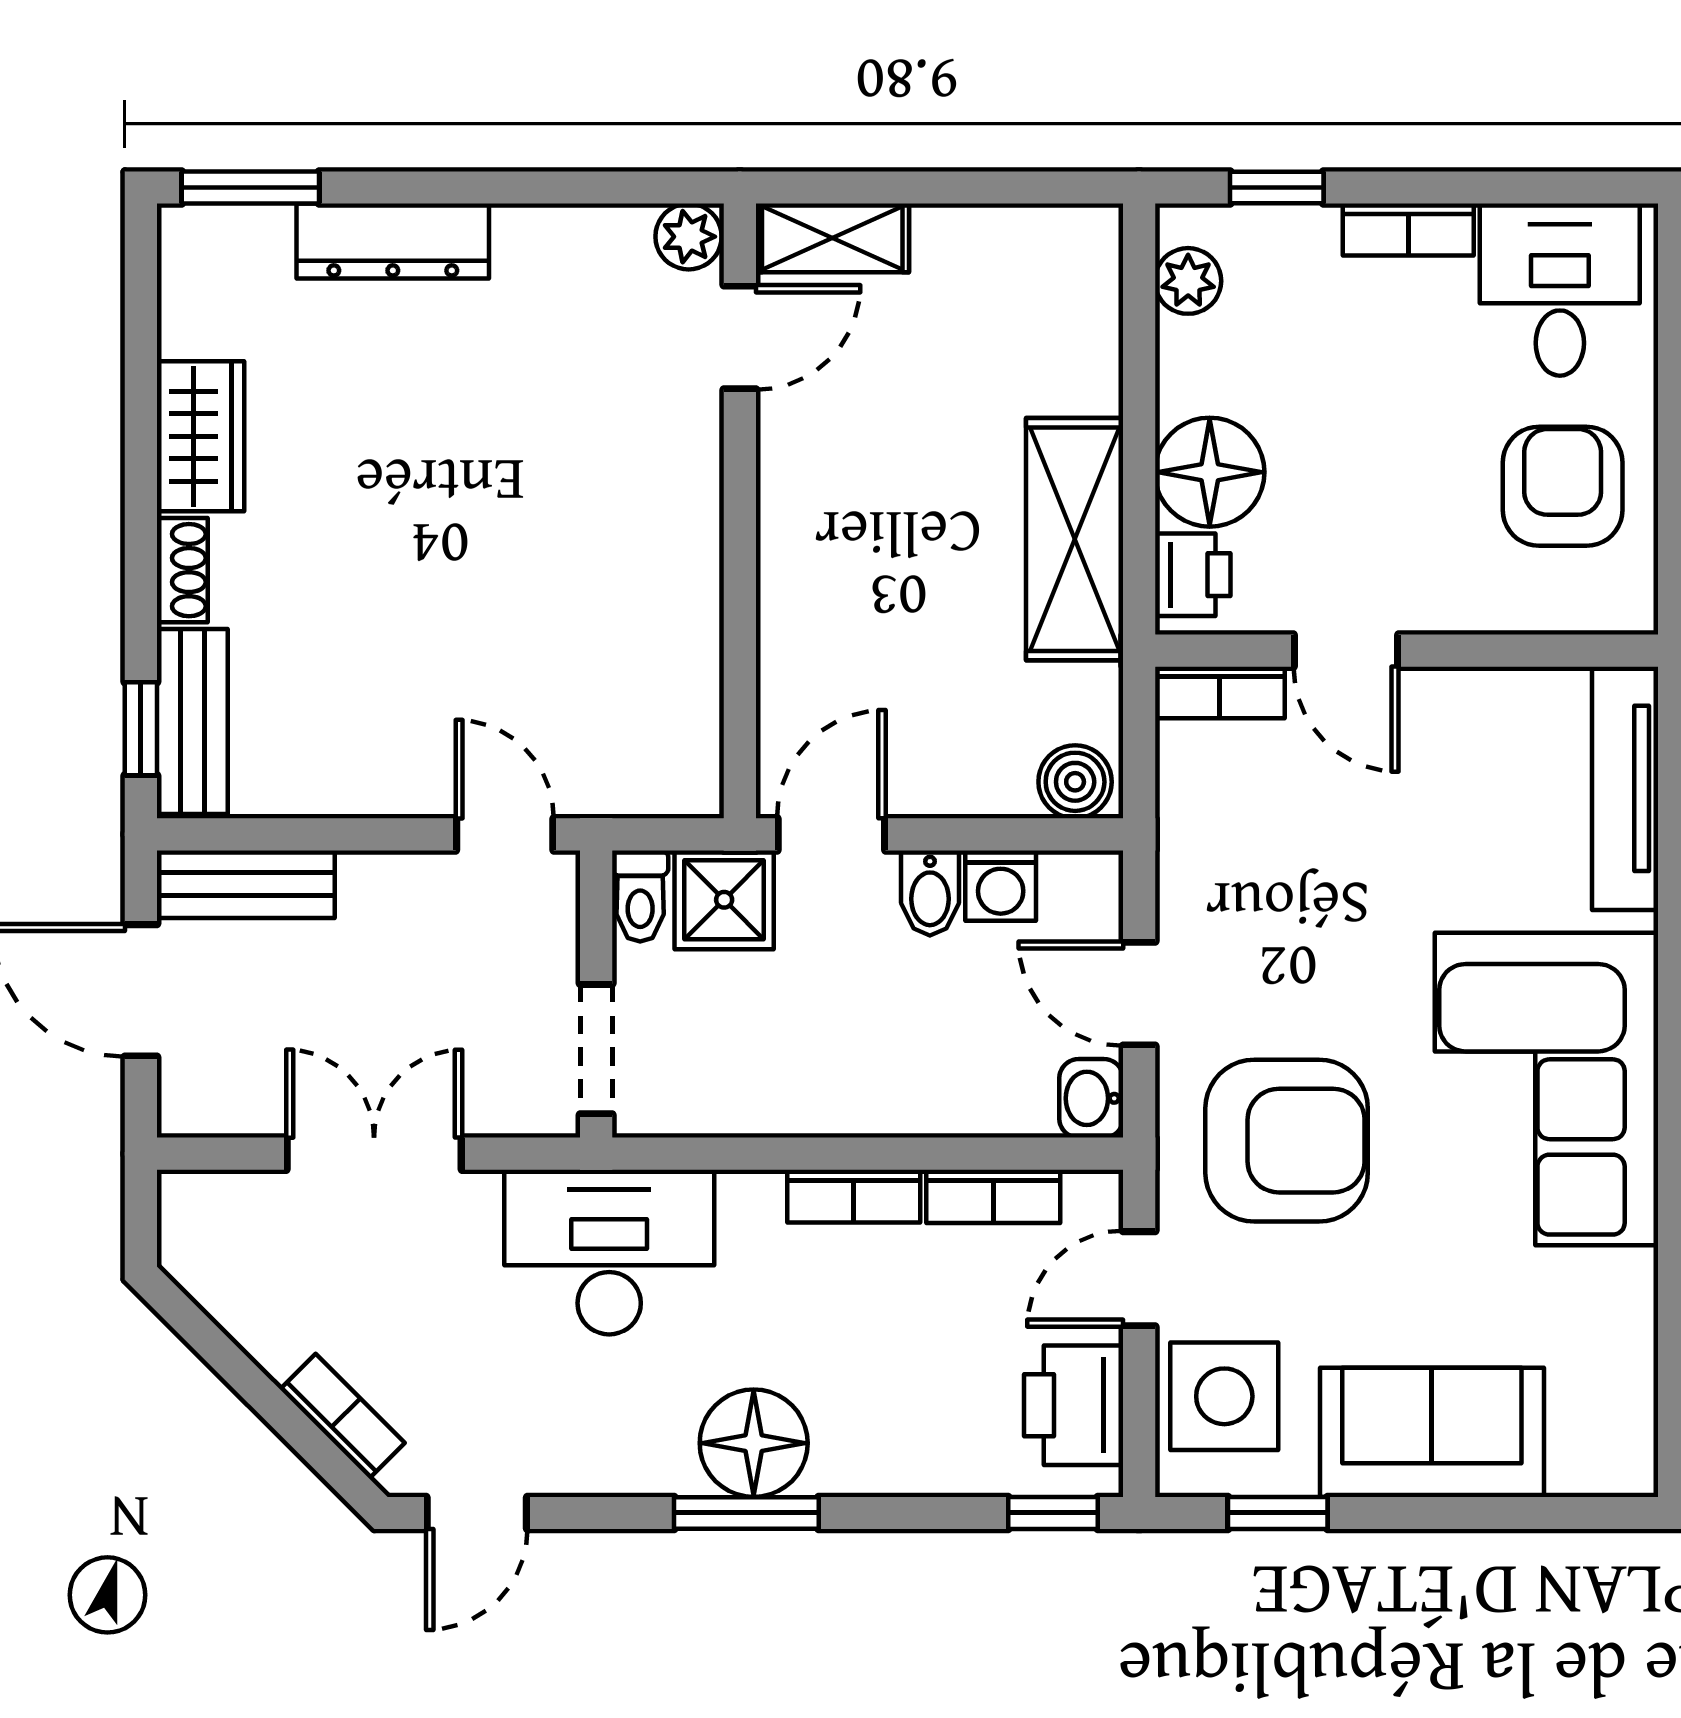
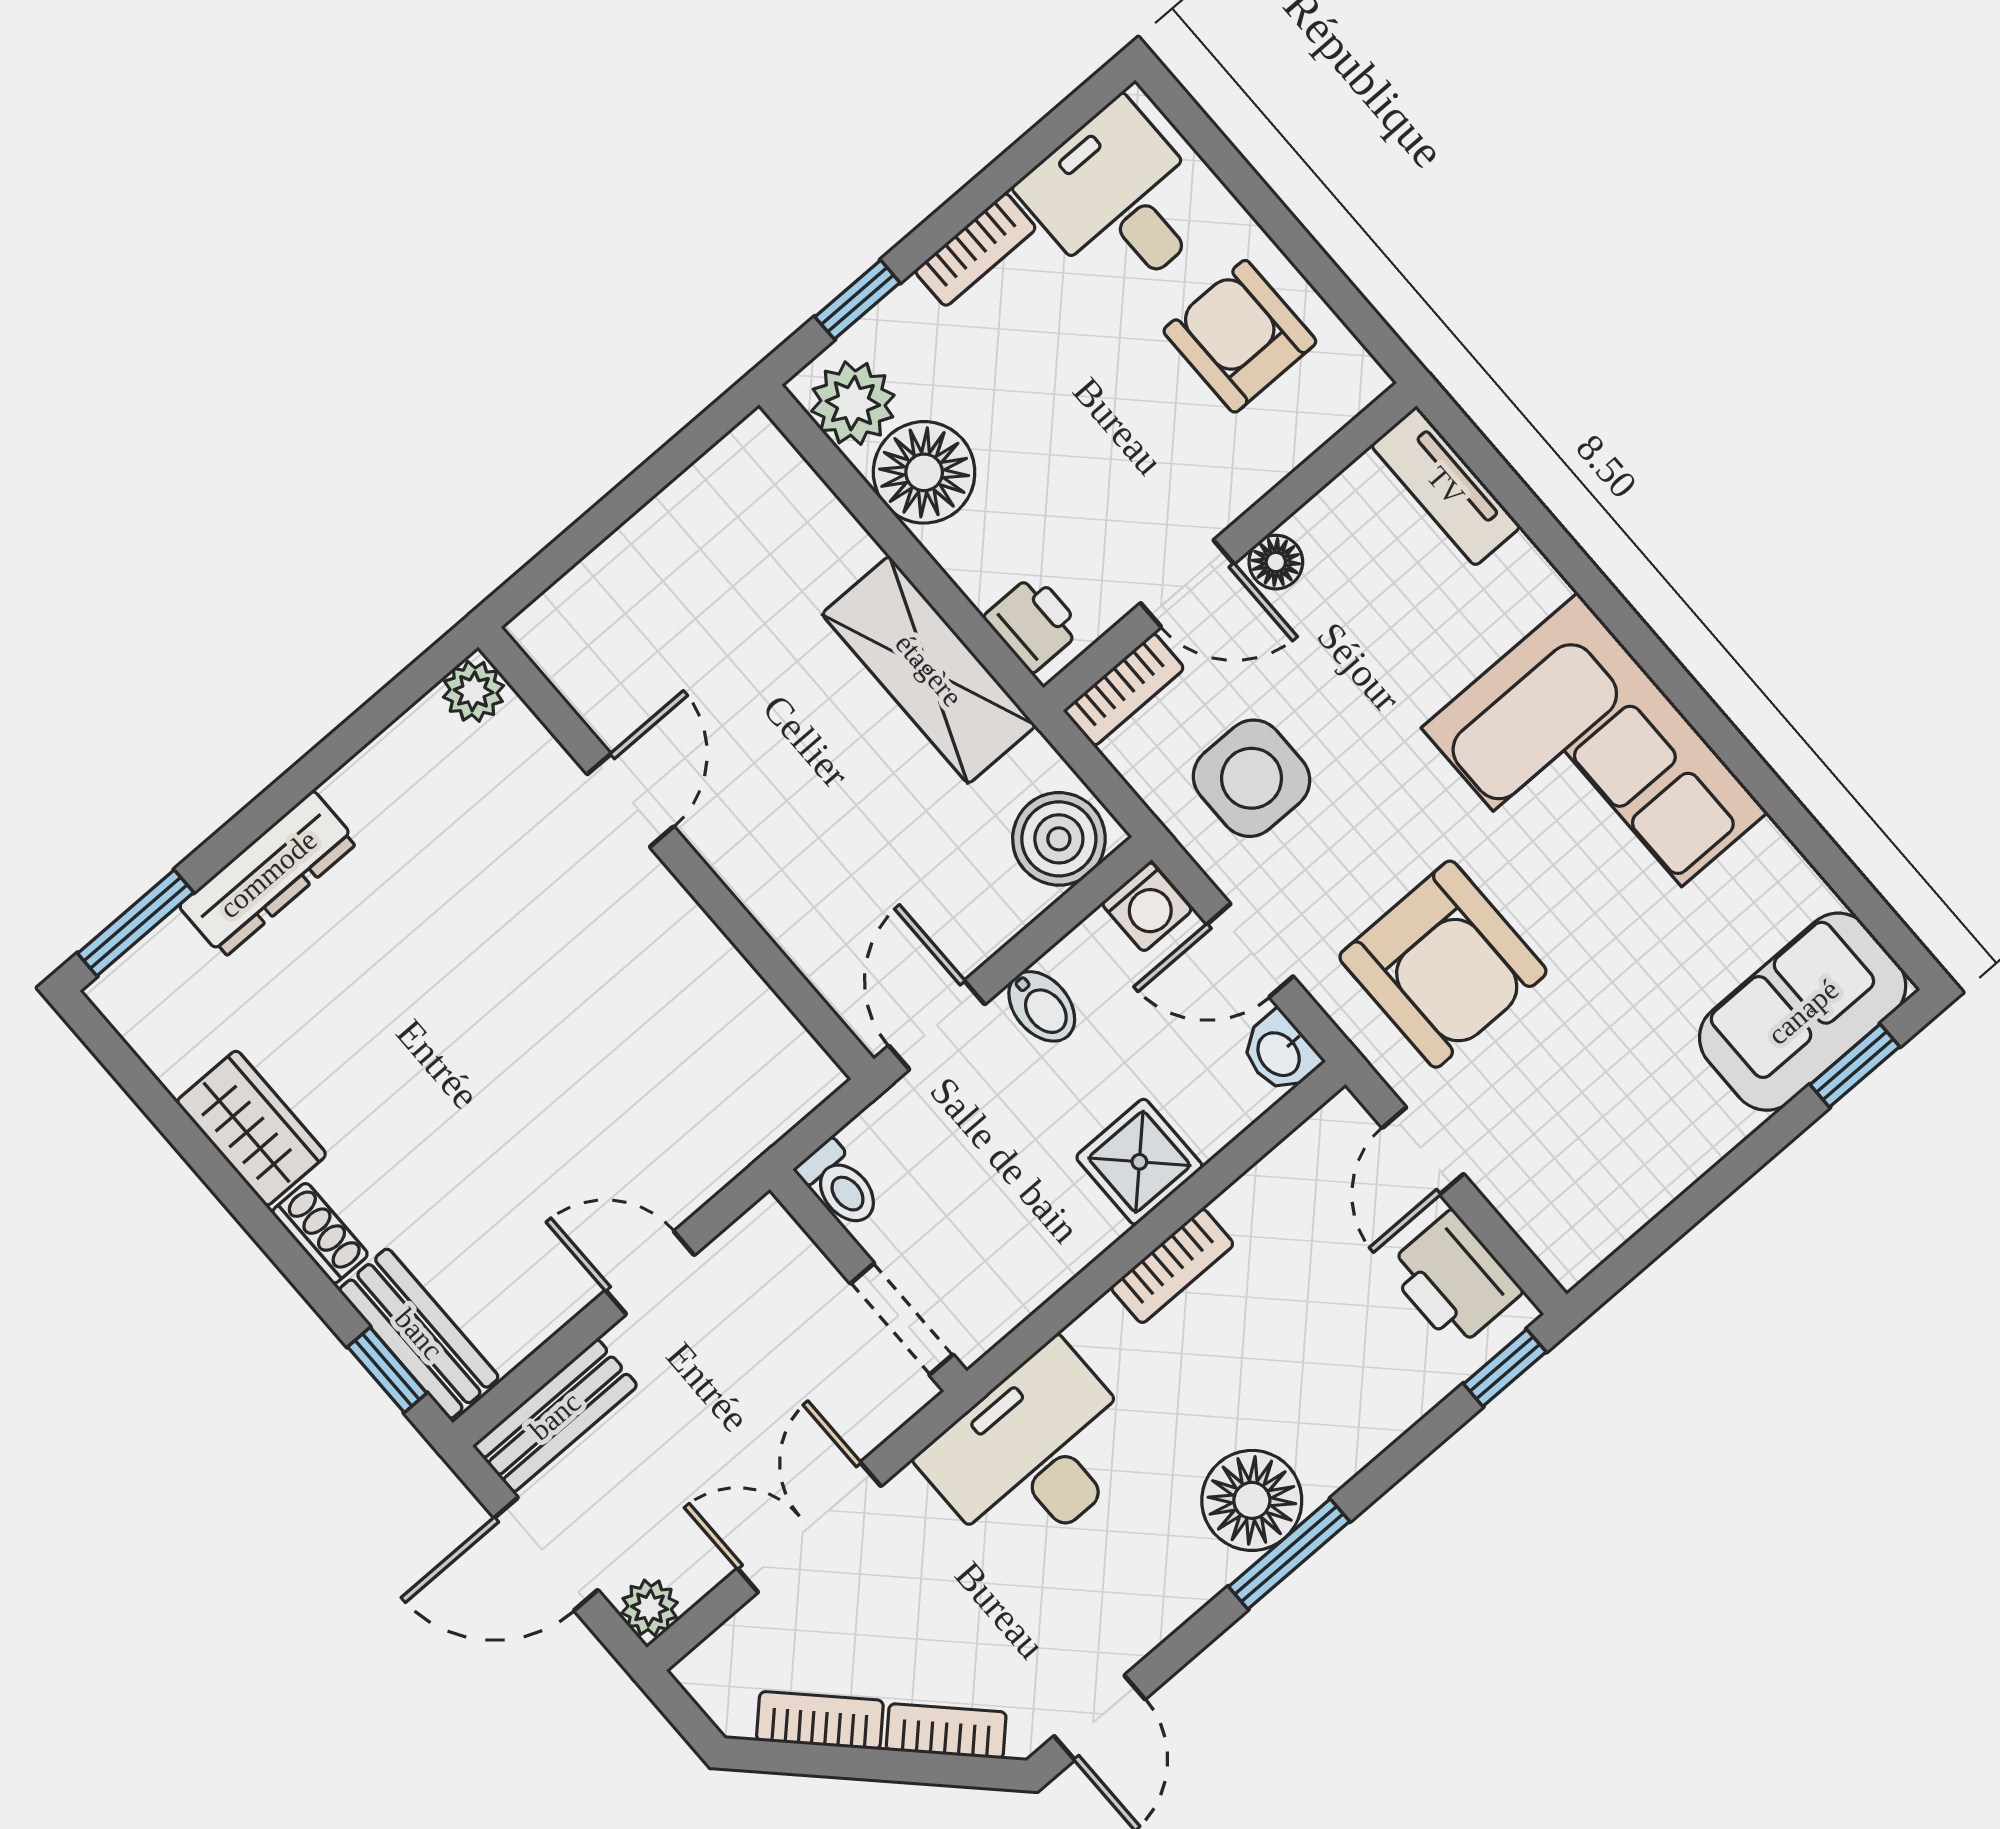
shelving: (832, 238) -> (575, 605), removed
plant: (1188, 281) -> (853, 403), width x1.38, depth x1.38
door: (740, 337) -> (630, 800), moved
floor lamp: (1210, 472) -> (924, 472), moved
floor lamp: (1433, 695) -> (1276, 562), added
boiler: (1075, 782) -> (1059, 839), width x1.36, depth x1.36
tv unit: (1625, 788) -> (1446, 486), width x0.71
door: (505, 834) -> (650, 1273), moved
washing machine: (1001, 886) -> (1147, 907), moved
shower: (724, 900) -> (1139, 1162), moved
plant: (187, 1107) -> (650, 1608), added
armchair: (1287, 1141) -> (1443, 964), turned 90
bookcase: (993, 1196) -> (820, 1721), moved, turned -135
side table: (1224, 1396) -> (1252, 778), moved
sofa: (1432, 1432) -> (1803, 1012), moved
window: (1278, 1513) -> (1855, 1066), moved

